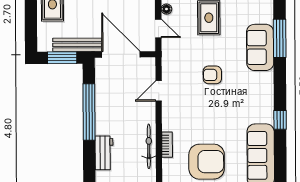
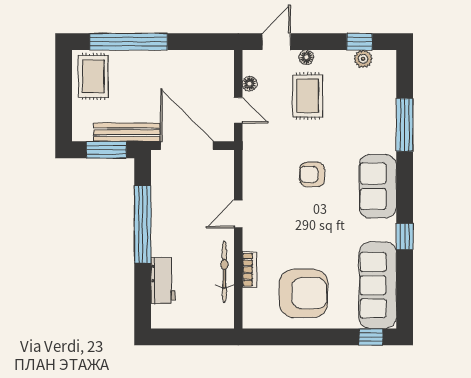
sofa: (260, 47) -> (378, 186), moved
door: (159, 91) -> (238, 214), moved

